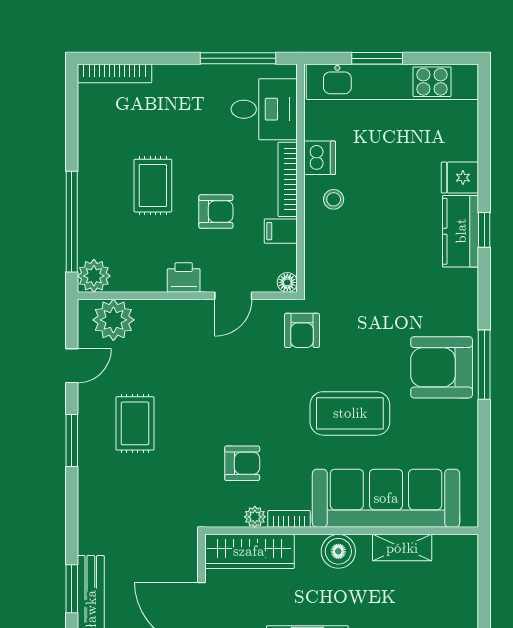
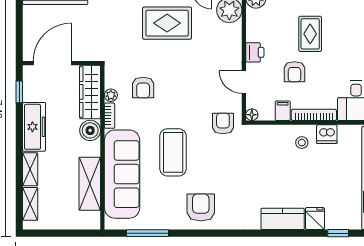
rug: (153, 186) -> (310, 34), turned 90
window: (484, 230) -> (338, 233), moved
armchair: (302, 330) -> (223, 124), turned 90
window: (484, 365) -> (147, 233), moved
armchair: (442, 367) -> (201, 207), width x0.73, depth x0.73
rug: (135, 423) -> (167, 23), width x1.36, depth x1.43
shelving: (402, 548) -> (90, 184), width x1.50, depth x1.33
boiler: (338, 551) -> (90, 130), moved

